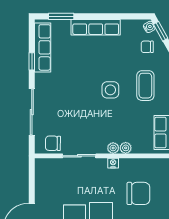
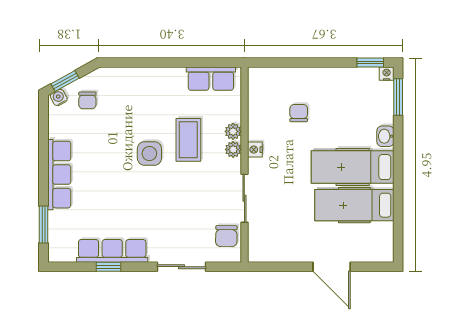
row of seats: (43, 47) -> (112, 251), moved
coffee table: (145, 86) -> (188, 140), moved, turned 90
sliding door: (32, 112) -> (181, 267), width x0.73
chair: (138, 193) -> (299, 113), width x0.54, depth x0.54

